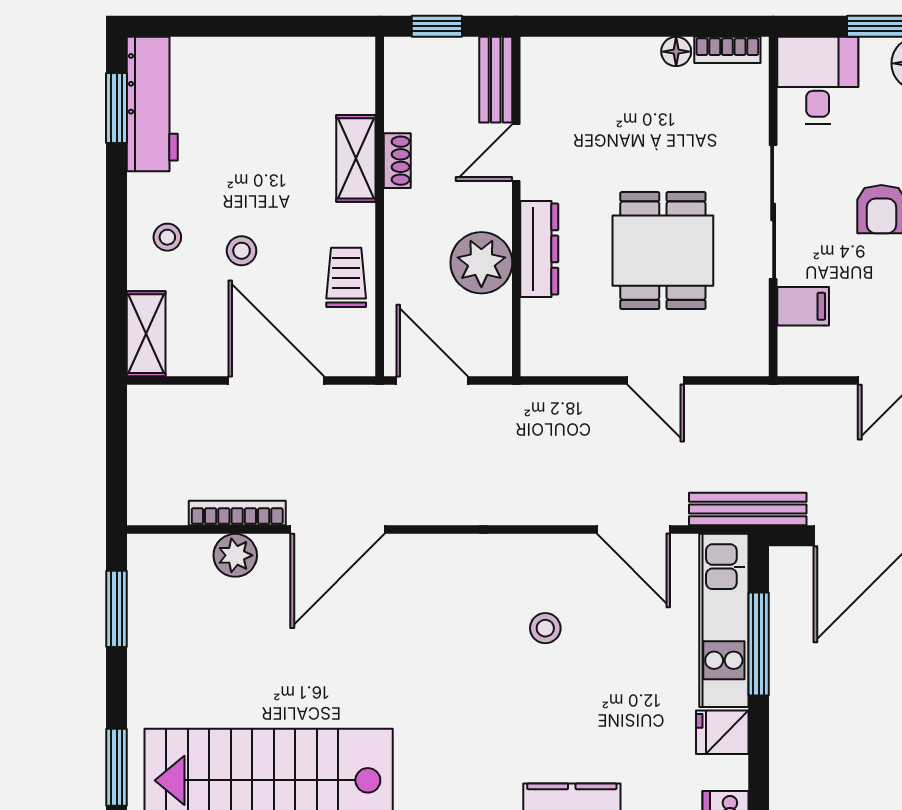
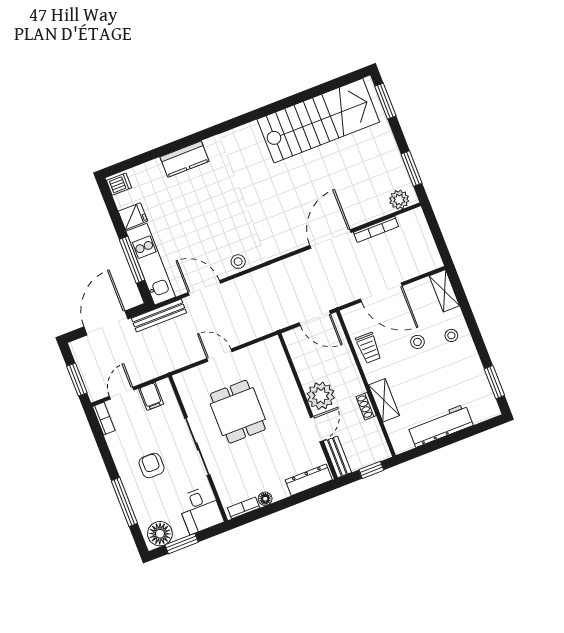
workbench: (152, 104) -> (440, 426), moved, turned 90
dresser: (539, 249) -> (309, 480), moved, turned 90
plant: (481, 263) -> (321, 396), moved
filing cabinet: (803, 306) -> (151, 396), moved, turned -90
plant: (235, 555) -> (399, 200), moved
stool: (545, 628) -> (238, 262), moved

